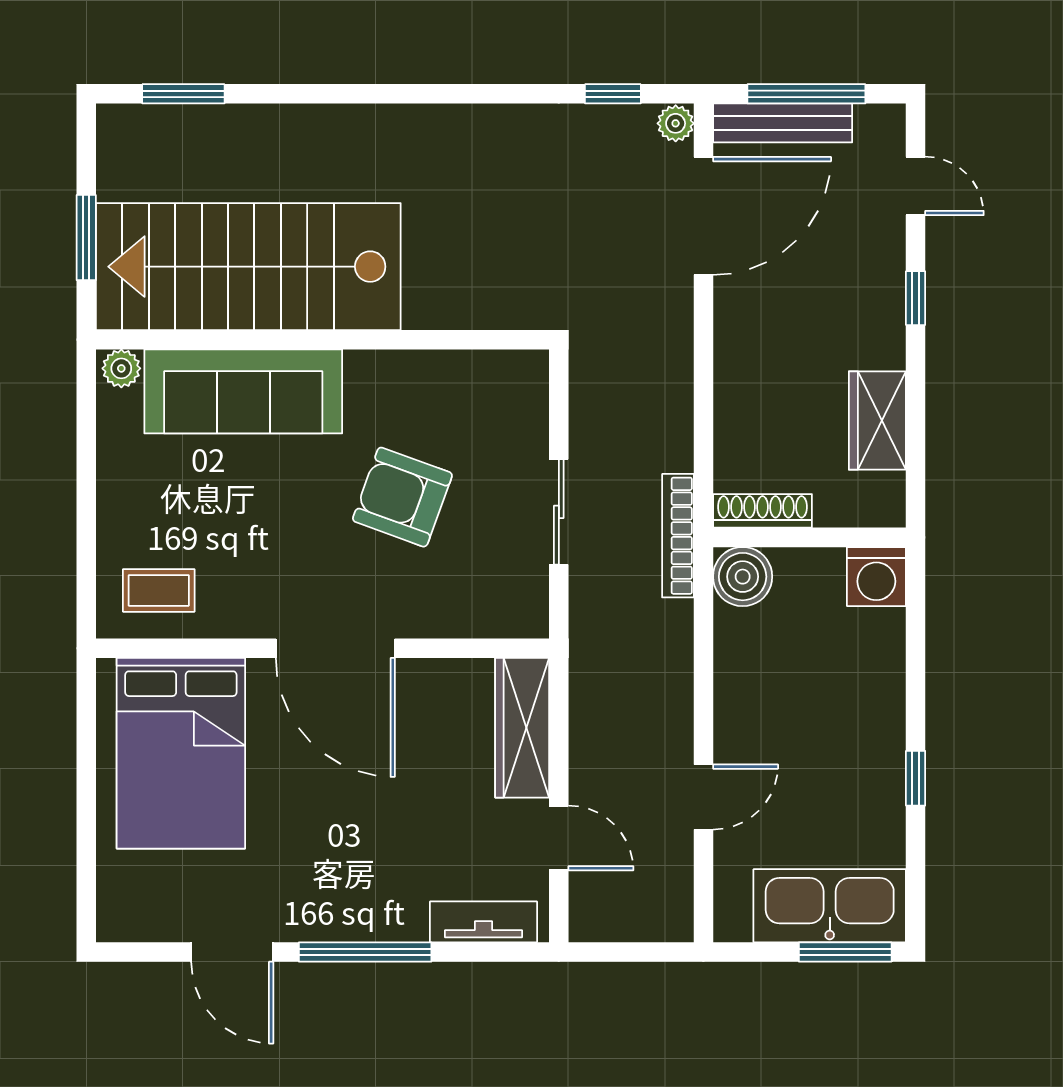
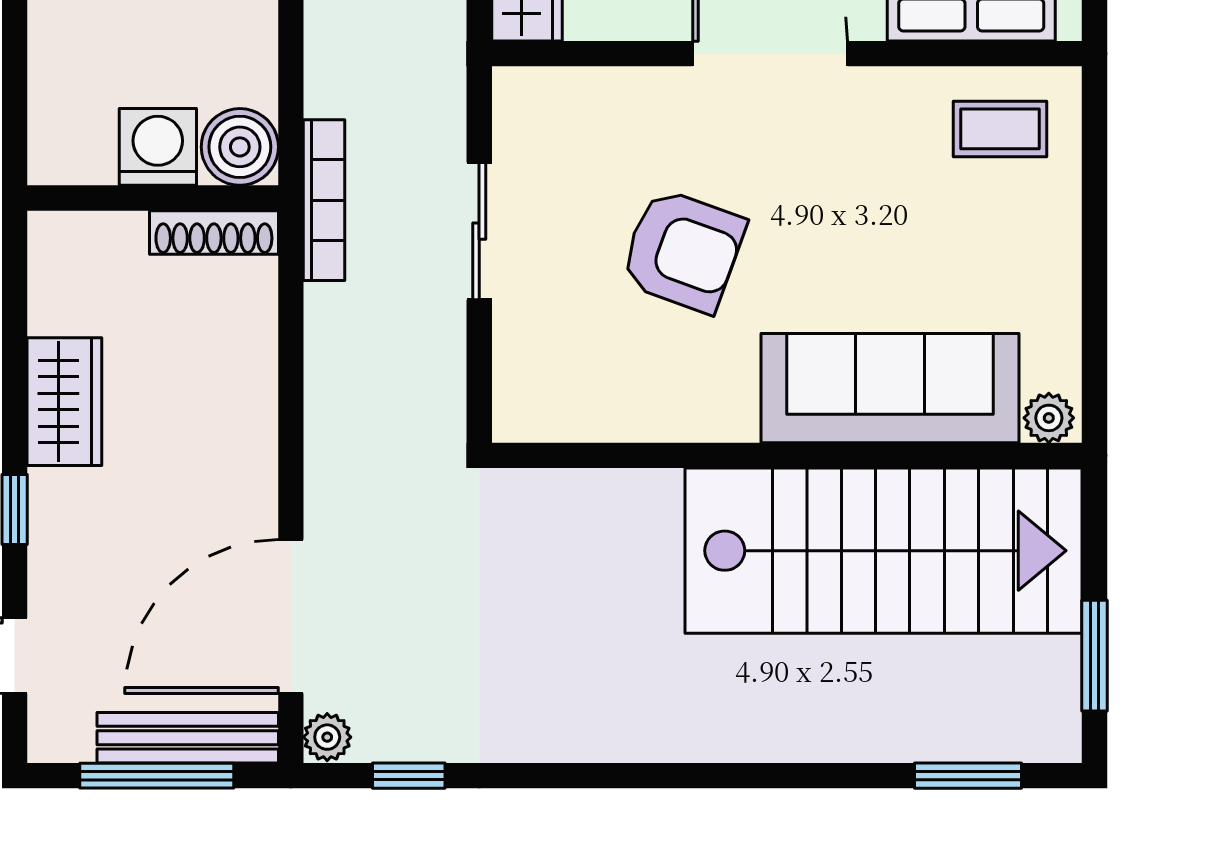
window: (86, 238) -> (1094, 656), moved
wardrobe: (877, 420) -> (64, 402), moved
washing machine: (876, 577) -> (158, 147), moved

